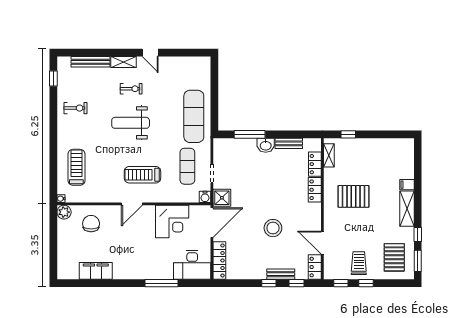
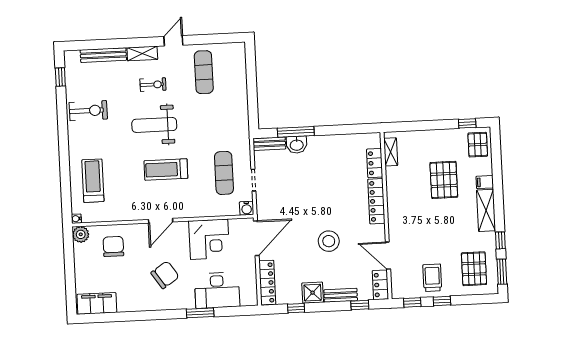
door: (150, 53) -> (173, 41), swing flipped
exercise bike: (75, 108) -> (88, 111), width x1.38, depth x1.39
exercise mat: (194, 116) -> (204, 72), moved, width x0.73, depth x0.69
window: (348, 134) -> (467, 123), moved
bench: (289, 143) -> (269, 144), moved
washbasin: (266, 145) -> (297, 145), moved
pallet: (403, 153) -> (478, 145), added
treadmill: (142, 175) -> (166, 170), moved
locker: (315, 190) -> (376, 201), width x1.53
pallet: (354, 196) -> (444, 180), moved, turned 90
shower: (222, 198) -> (313, 293), moved
chair: (133, 250) -> (165, 275), added
desk: (192, 265) -> (217, 290), moved
filing cabinet: (96, 271) -> (97, 303), moved
window: (162, 283) -> (200, 313), width x0.69
window: (269, 283) -> (296, 308), moved

